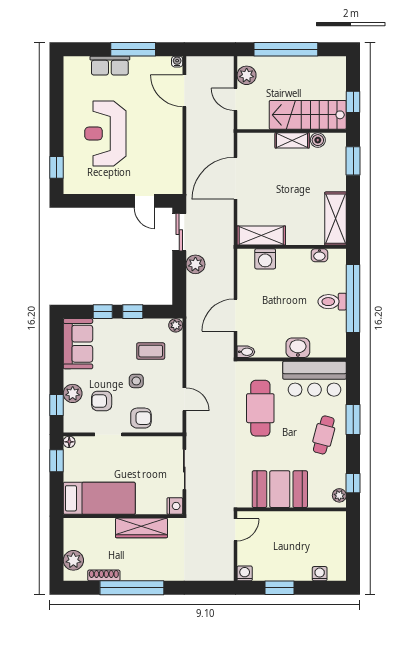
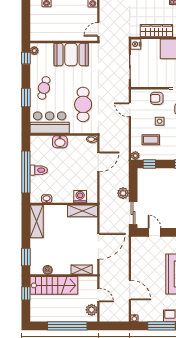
door: (184, 91) -> (130, 290), moved
shelving: (292, 140) -> (82, 270), moved
window: (133, 312) -> (149, 164), moved

